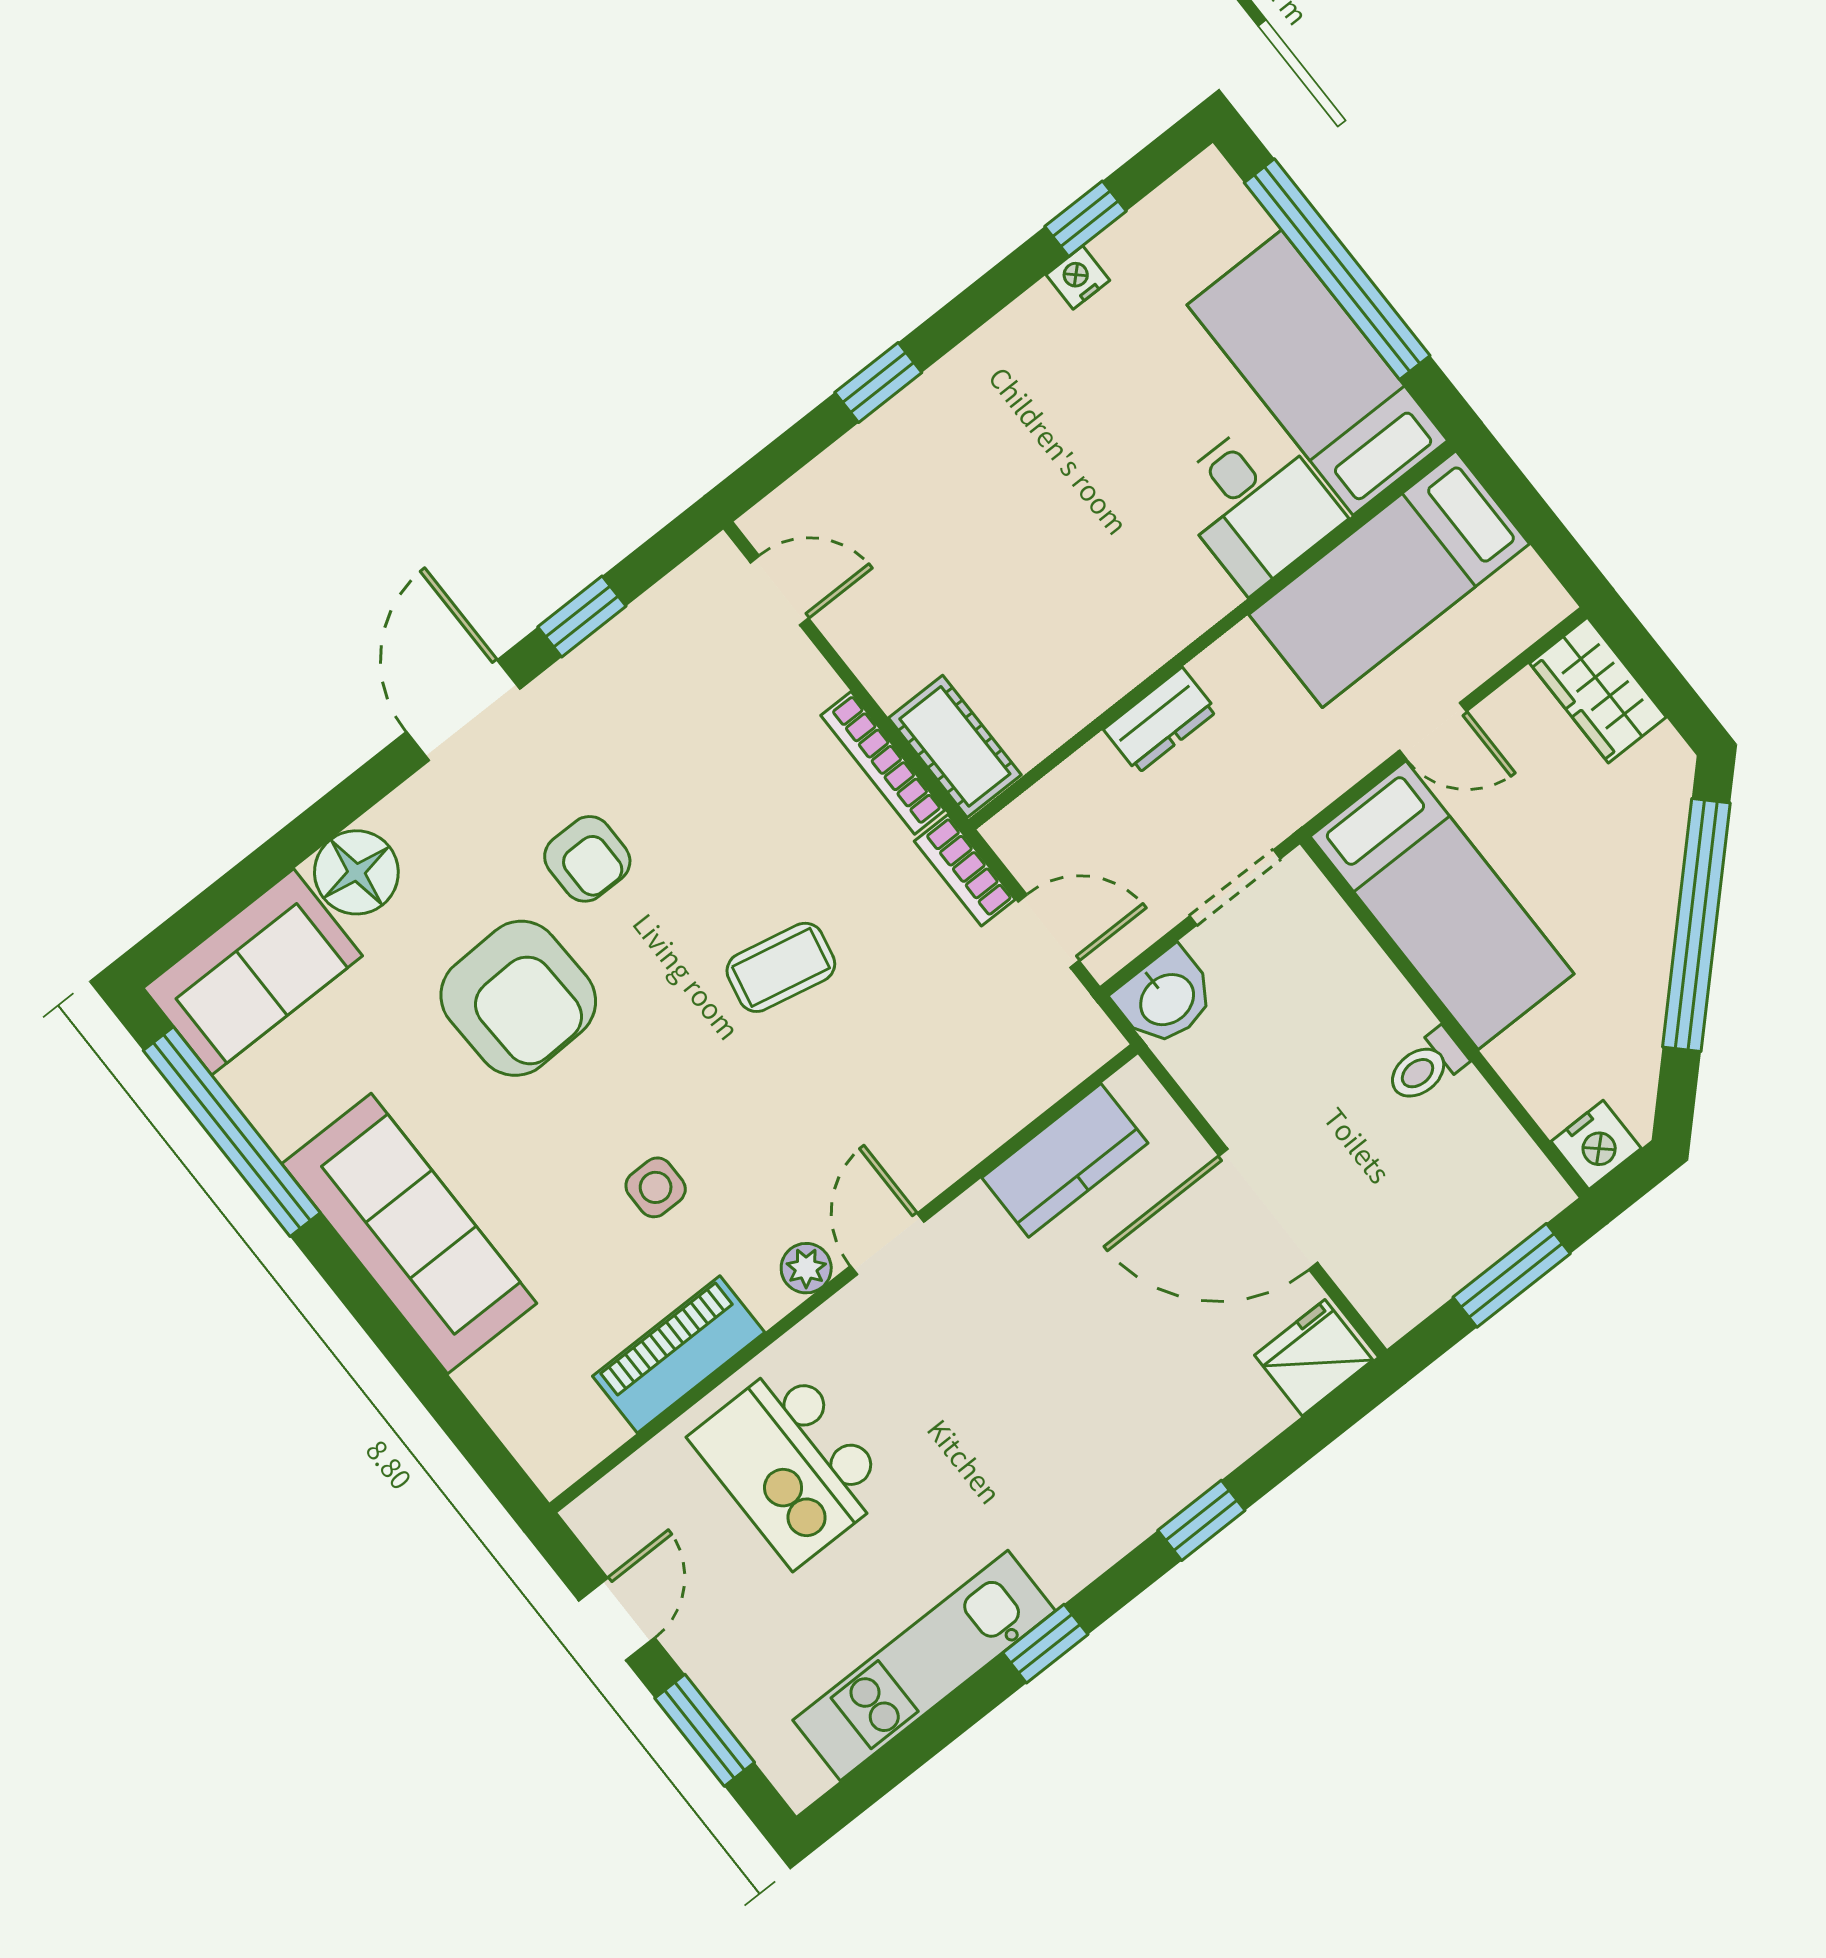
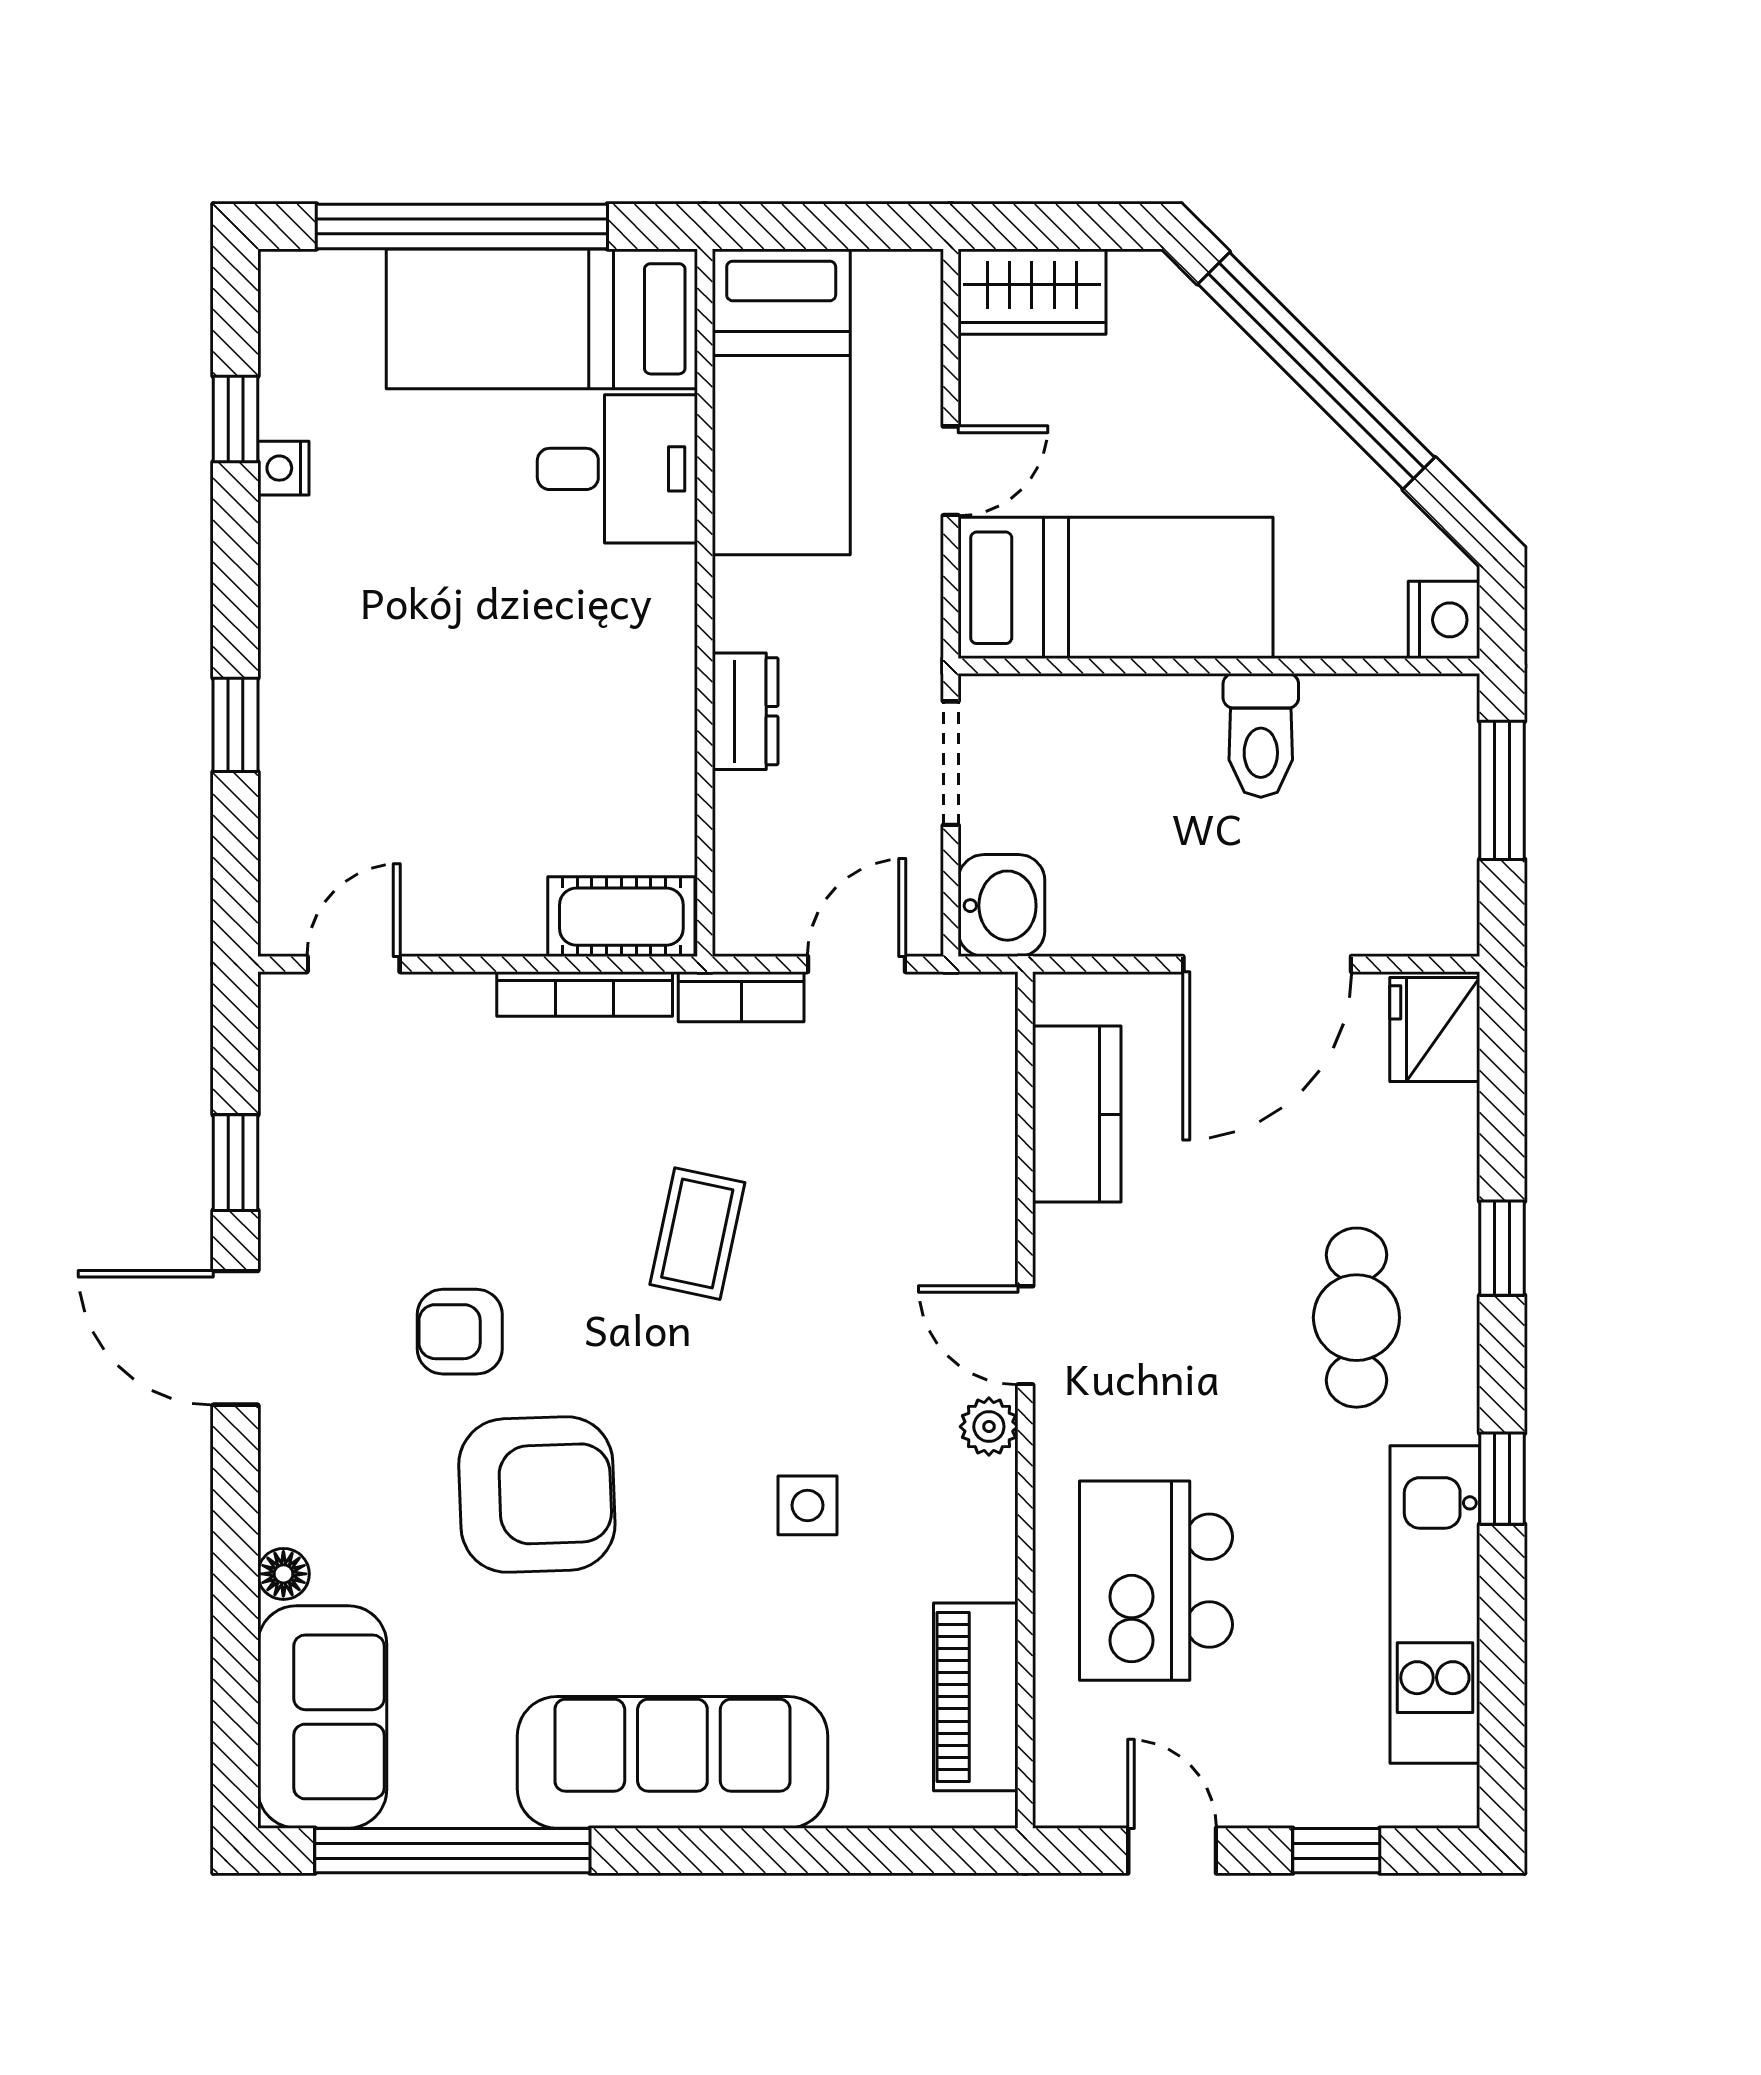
armchair: (587, 859) -> (460, 1332), turned 180
floor lamp: (356, 872) -> (283, 1574), width x0.53, depth x0.53
toilet: (1426, 1066) -> (1261, 735), width x1.37, depth x1.39
piano: (679, 1354) -> (976, 1697), moved
cafe table: (1077, 1459) -> (1356, 1318), added
kitchen island: (791, 1464) -> (1156, 1581), turned 90
window: (705, 1730) -> (1336, 1851), width x0.67

